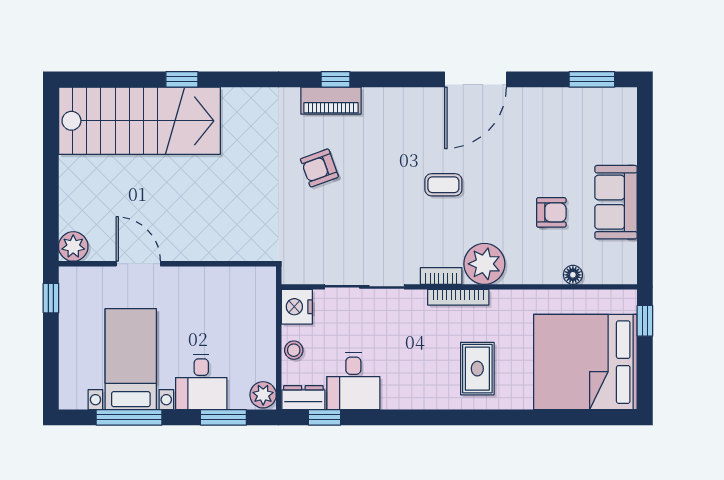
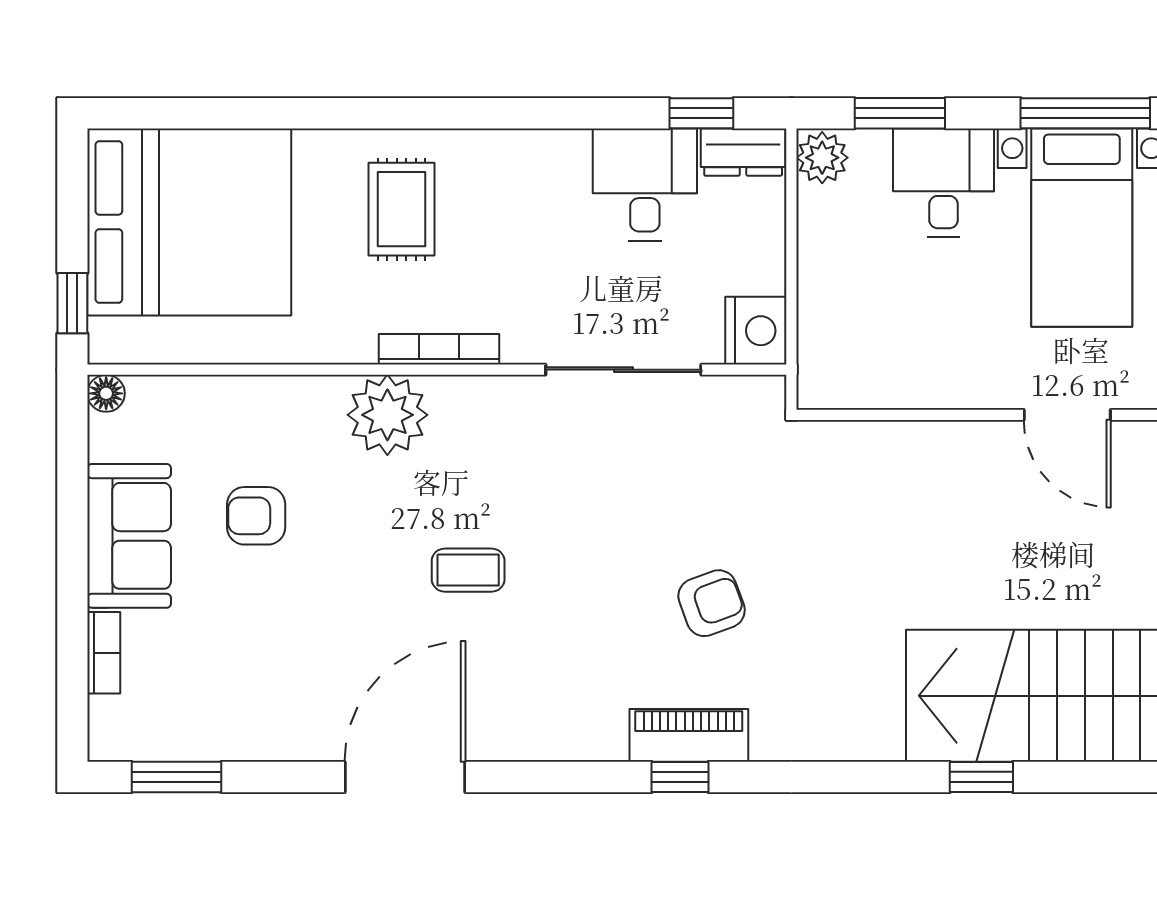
floor lamp: (573, 275) -> (106, 393), moved
bookcase: (441, 276) -> (104, 653), moved, turned -90
stool: (294, 350) -> (762, 245), removed

